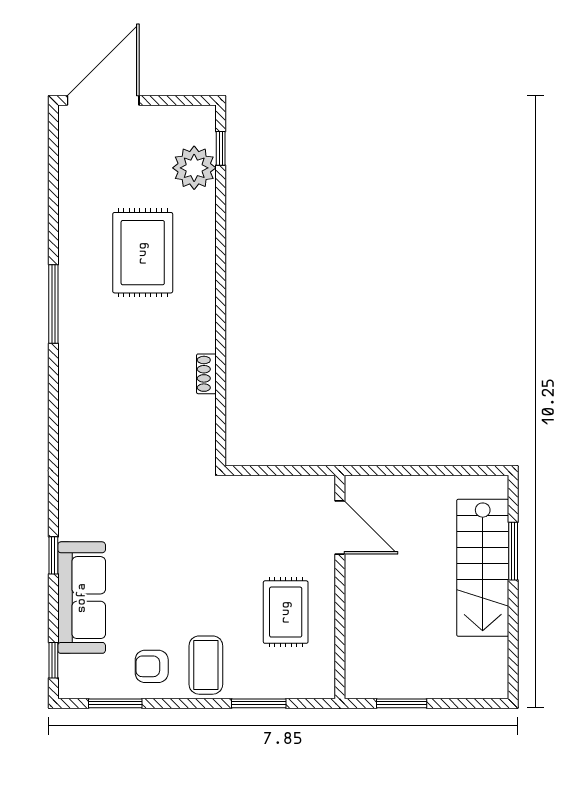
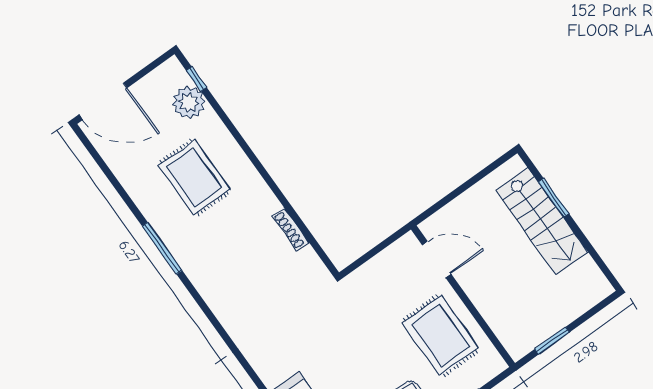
door: (103, 100) -> (103, 101), swing flipped
shoe rack: (206, 374) -> (291, 229), width x1.43
rug: (286, 612) -> (441, 335), width x1.36, depth x1.43

